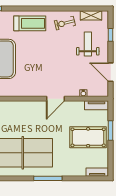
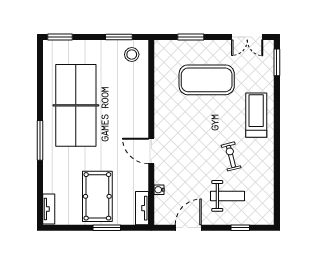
shelving: (91, 15) -> (267, 200), removed
treadmill: (30, 23) -> (256, 115), turned 180
exercise bike: (65, 23) -> (231, 156), moved

